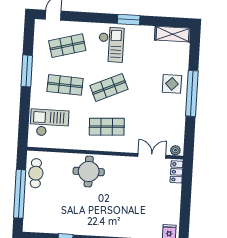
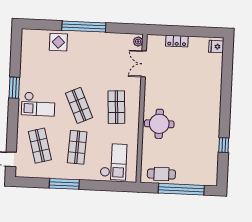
shelving: (173, 34) -> (28, 46), removed
checkout: (111, 45) -> (38, 104), turned 180
display table: (172, 84) -> (58, 42), moved
checkout: (49, 123) -> (113, 162), turned 180
locker: (177, 172) -> (177, 41), moved

